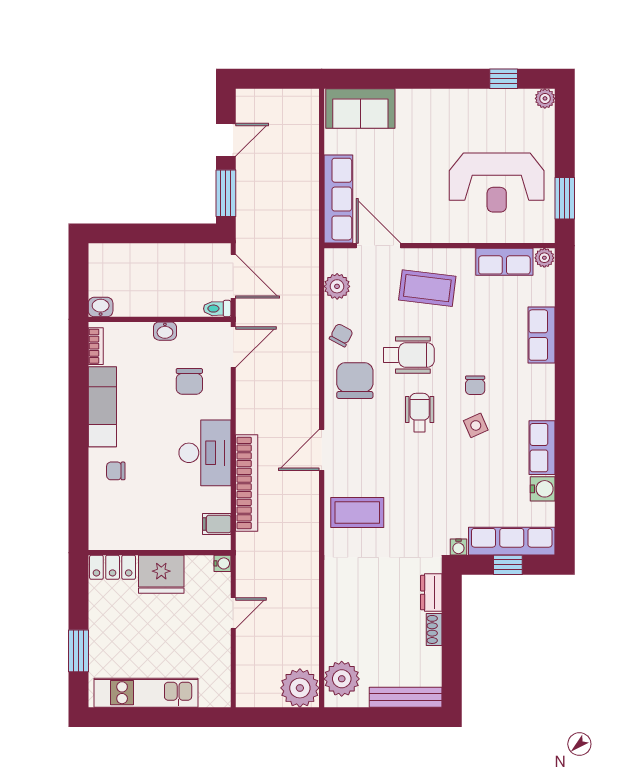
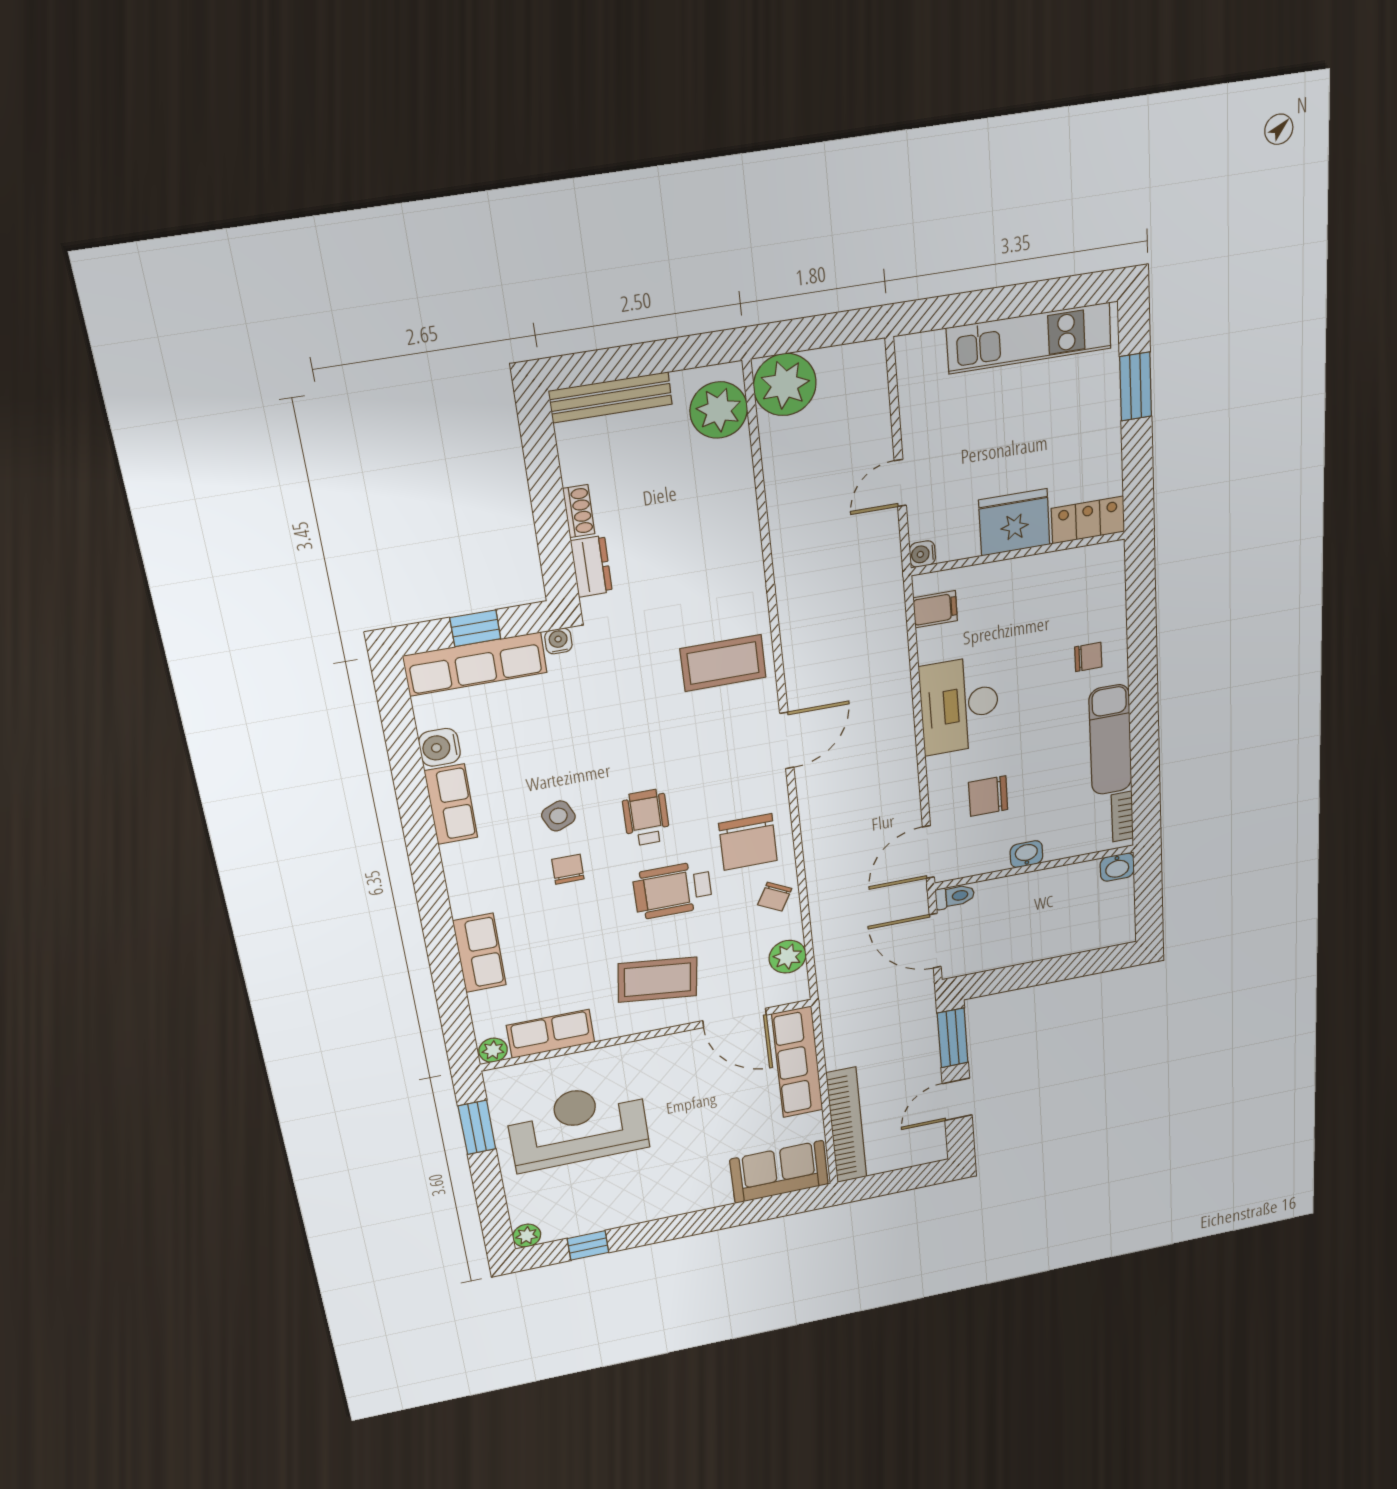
chair: (189, 381) -> (988, 796), turned -90
wheelchair: (420, 413) -> (646, 818), turned 180
bookcase: (247, 483) -> (846, 1125), moved, turned 180

